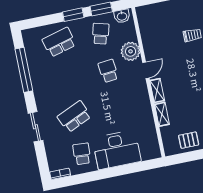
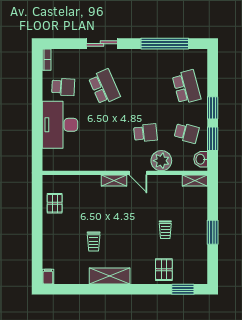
shelving: (162, 114) -> (195, 181), moved

